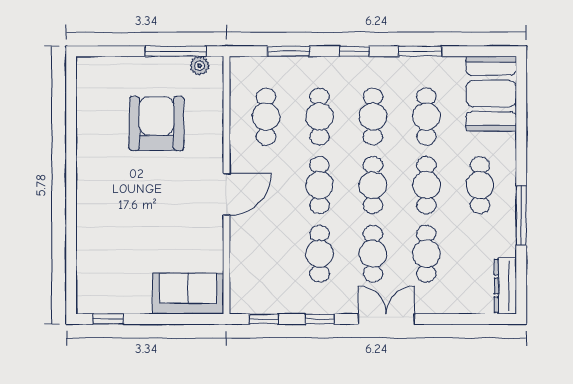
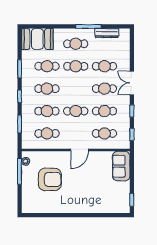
armchair: (156, 123) -> (50, 179), turned 180
cafe table: (373, 185) -> (104, 133), moved
door: (227, 194) -> (80, 150), swing flipped
dresser: (505, 286) -> (107, 33), moved

